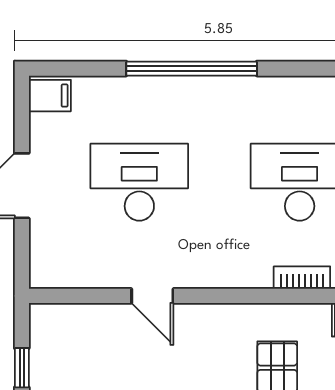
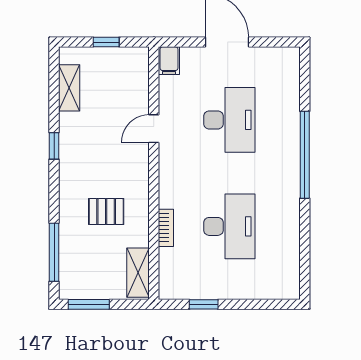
filing cabinet: (50, 96) -> (169, 61), moved

